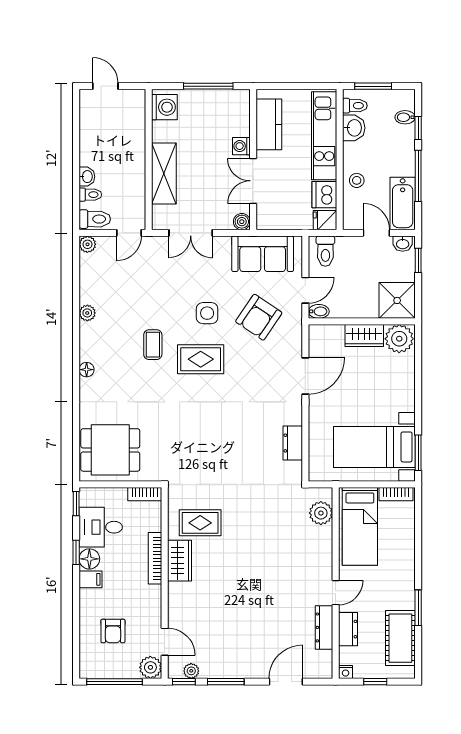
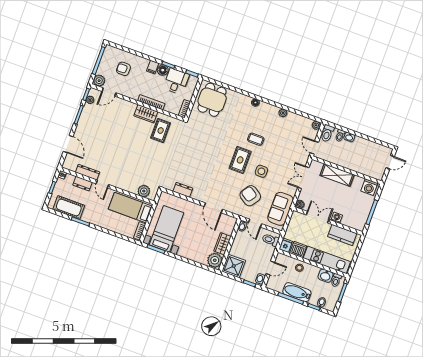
bathtub: (403, 204) -> (297, 292), moved

